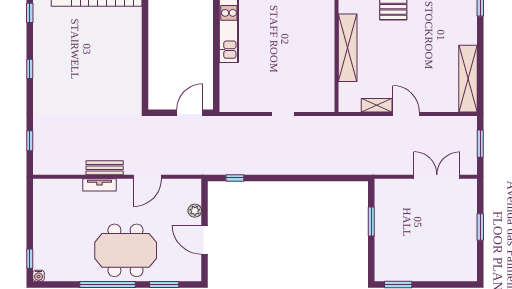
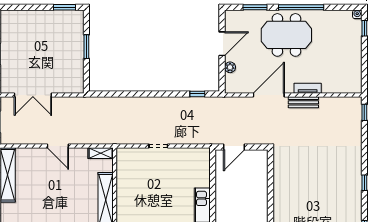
shelving: (377, 105) -> (101, 153), moved
window: (30, 141) -> (364, 112), moved
door: (147, 177) -> (269, 95), width x1.36
window: (371, 222) -> (86, 47), moved
door: (205, 240) -> (222, 44), hinge flipped

